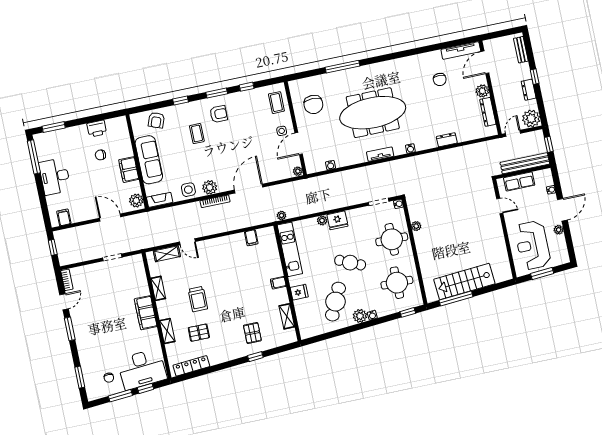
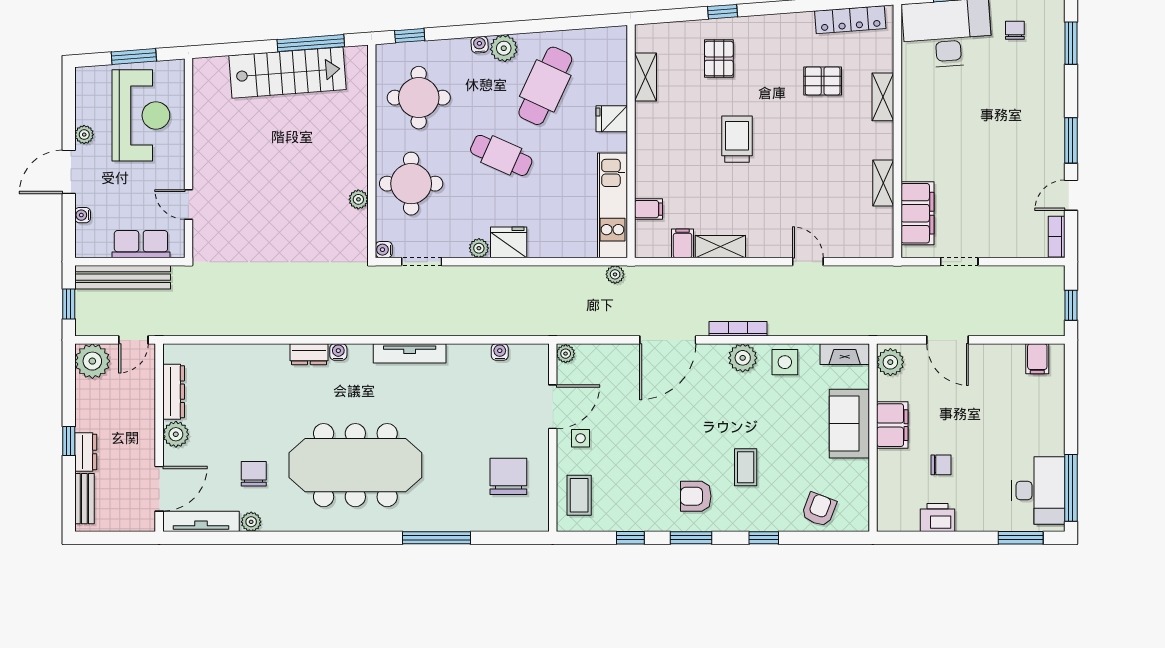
plant: (436, 55) -> (251, 522), added
dresser: (529, 90) -> (86, 452), moved
meeting table: (373, 113) -> (355, 465), moved
dresser: (447, 140) -> (309, 354), moved
tv unit: (380, 154) -> (410, 353), width x1.41
sofa: (149, 160) -> (849, 424), width x0.73
desk: (55, 177) -> (1038, 490), moved
plant: (322, 221) -> (479, 248), moved
shelving: (167, 254) -> (720, 247), moved
filing cabinet: (278, 283) -> (648, 209), moved
trolley: (198, 299) -> (737, 139), moved
filing cabinet: (146, 313) -> (917, 213), moved

